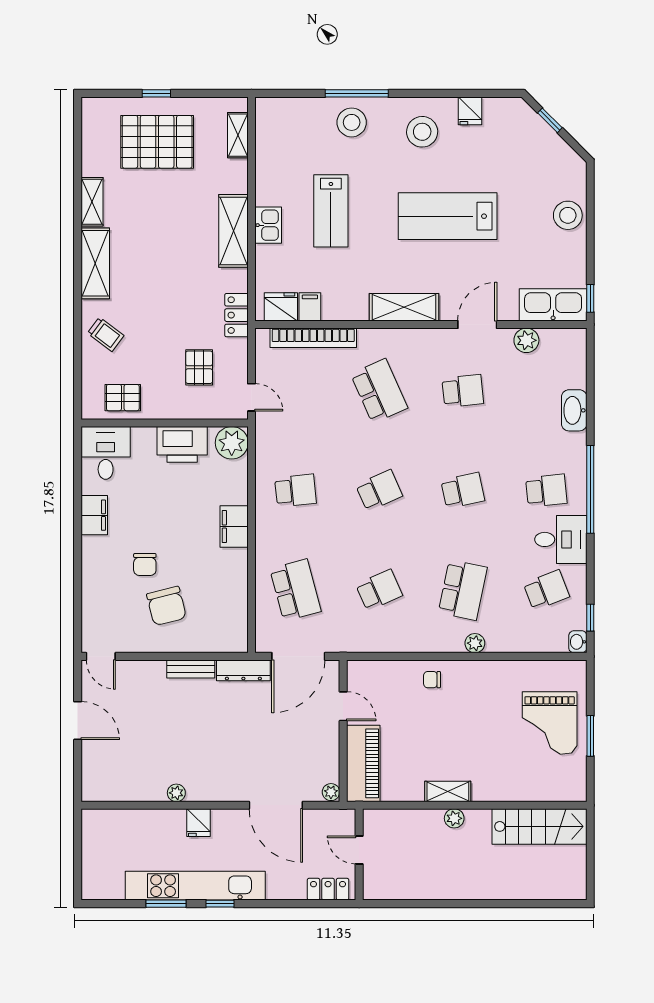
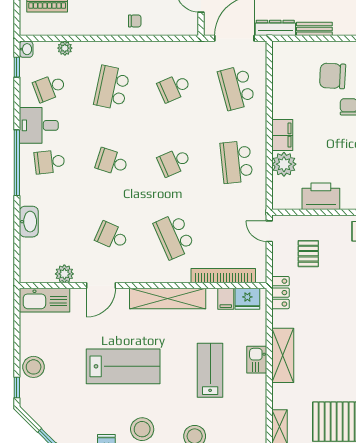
window: (590, 298) -> (17, 387), moved
shelving: (404, 307) -> (168, 298), width x1.47
school desk: (463, 391) -> (112, 236), turned 30
plant: (232, 443) -> (284, 164), moved
school desk: (295, 490) -> (236, 162), width x1.85
school desk: (463, 490) -> (112, 162), turned 30
chair: (166, 606) -> (333, 76), turned -73
plant: (475, 643) -> (65, 48), moved

